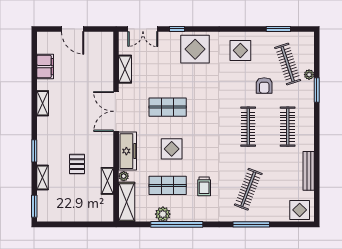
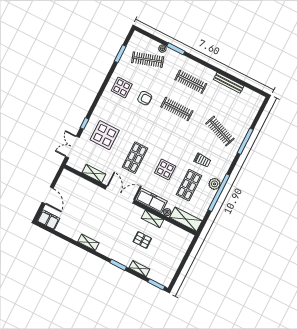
door: (73, 29) -> (48, 195), hinge flipped
double door: (143, 29) -> (72, 147), swing flipped
display table: (195, 49) -> (105, 135), moved
filing cabinet: (45, 67) -> (48, 220), moved
armchair: (264, 85) -> (145, 98), moved
double door: (116, 111) -> (120, 195), swing flipped
shelving: (107, 181) -> (153, 219), moved
display table: (300, 210) -> (252, 103), removed
plant: (163, 214) -> (215, 184), moved

